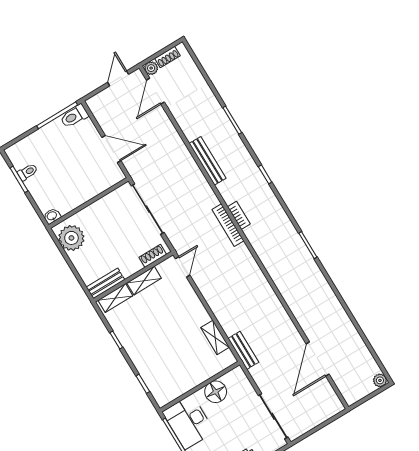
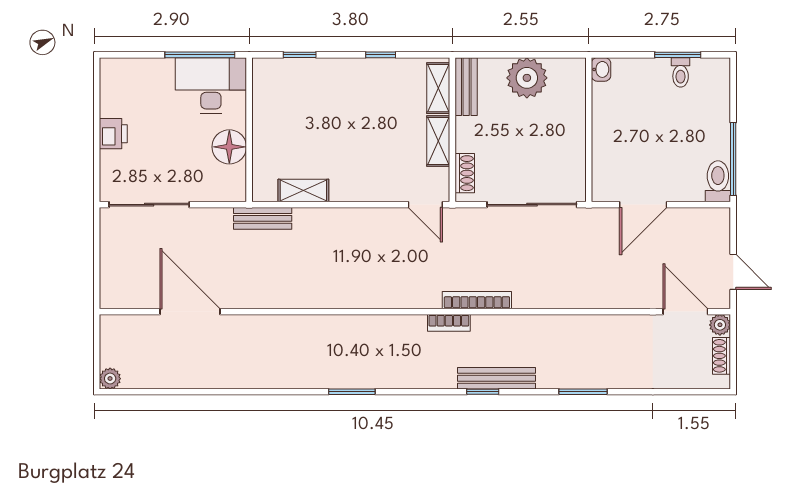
bench: (208, 161) -> (496, 378), moved
bookcase: (228, 225) -> (477, 300), moved
plant: (71, 238) -> (527, 78), moved

